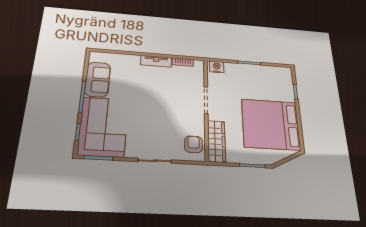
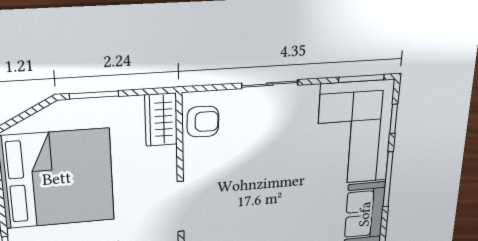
wardrobe: (216, 141) -> (161, 120), width x0.67
armchair: (194, 144) -> (203, 122), turned -89

